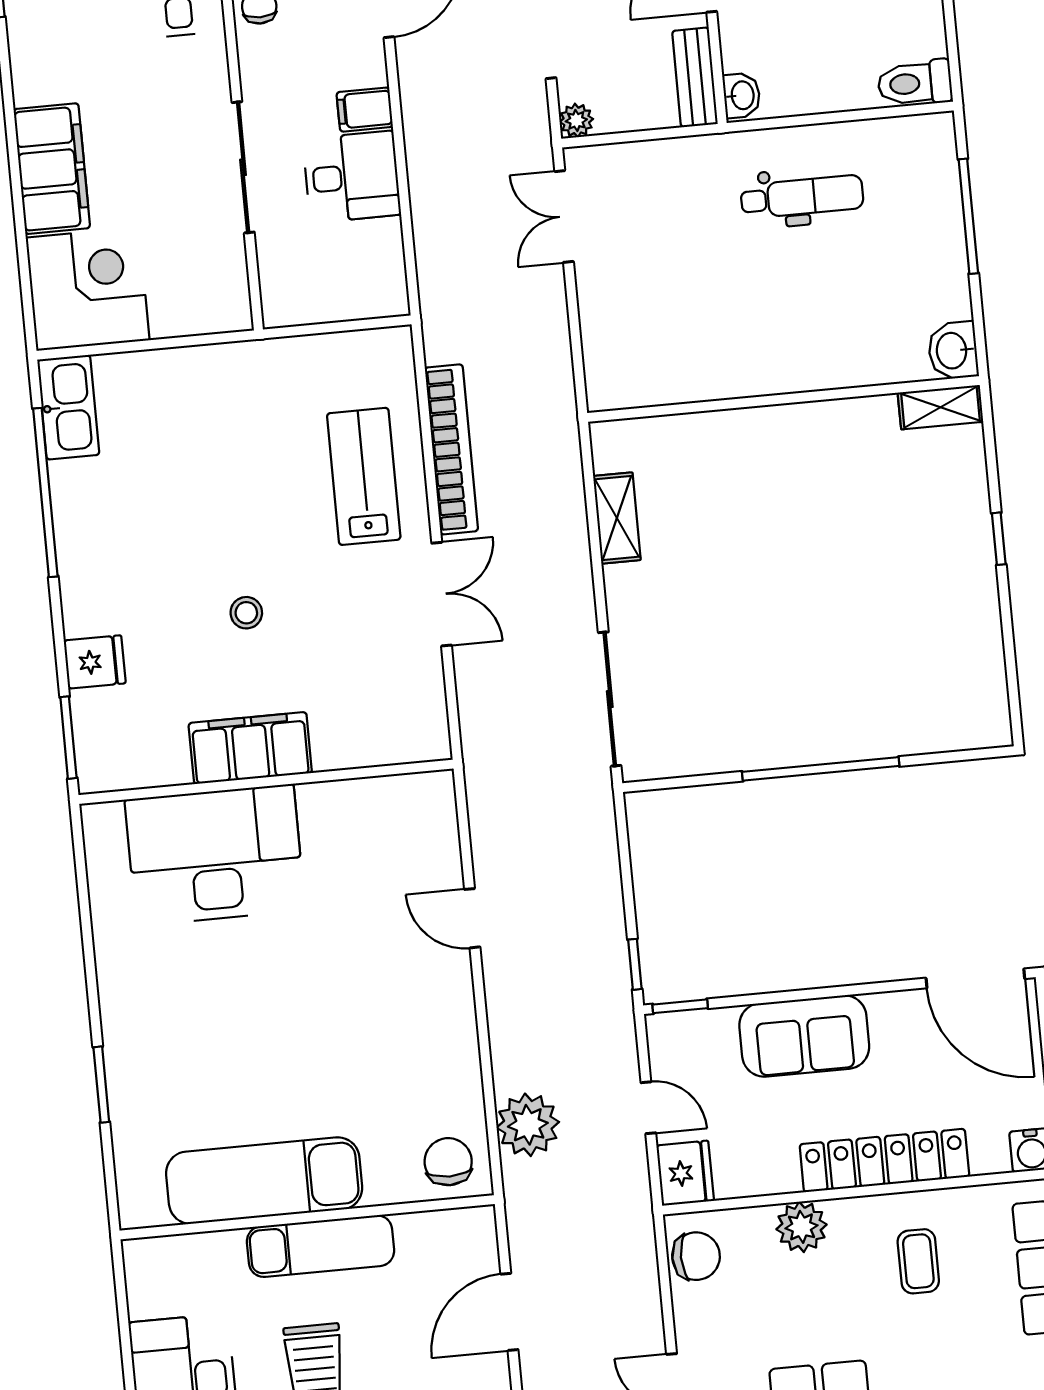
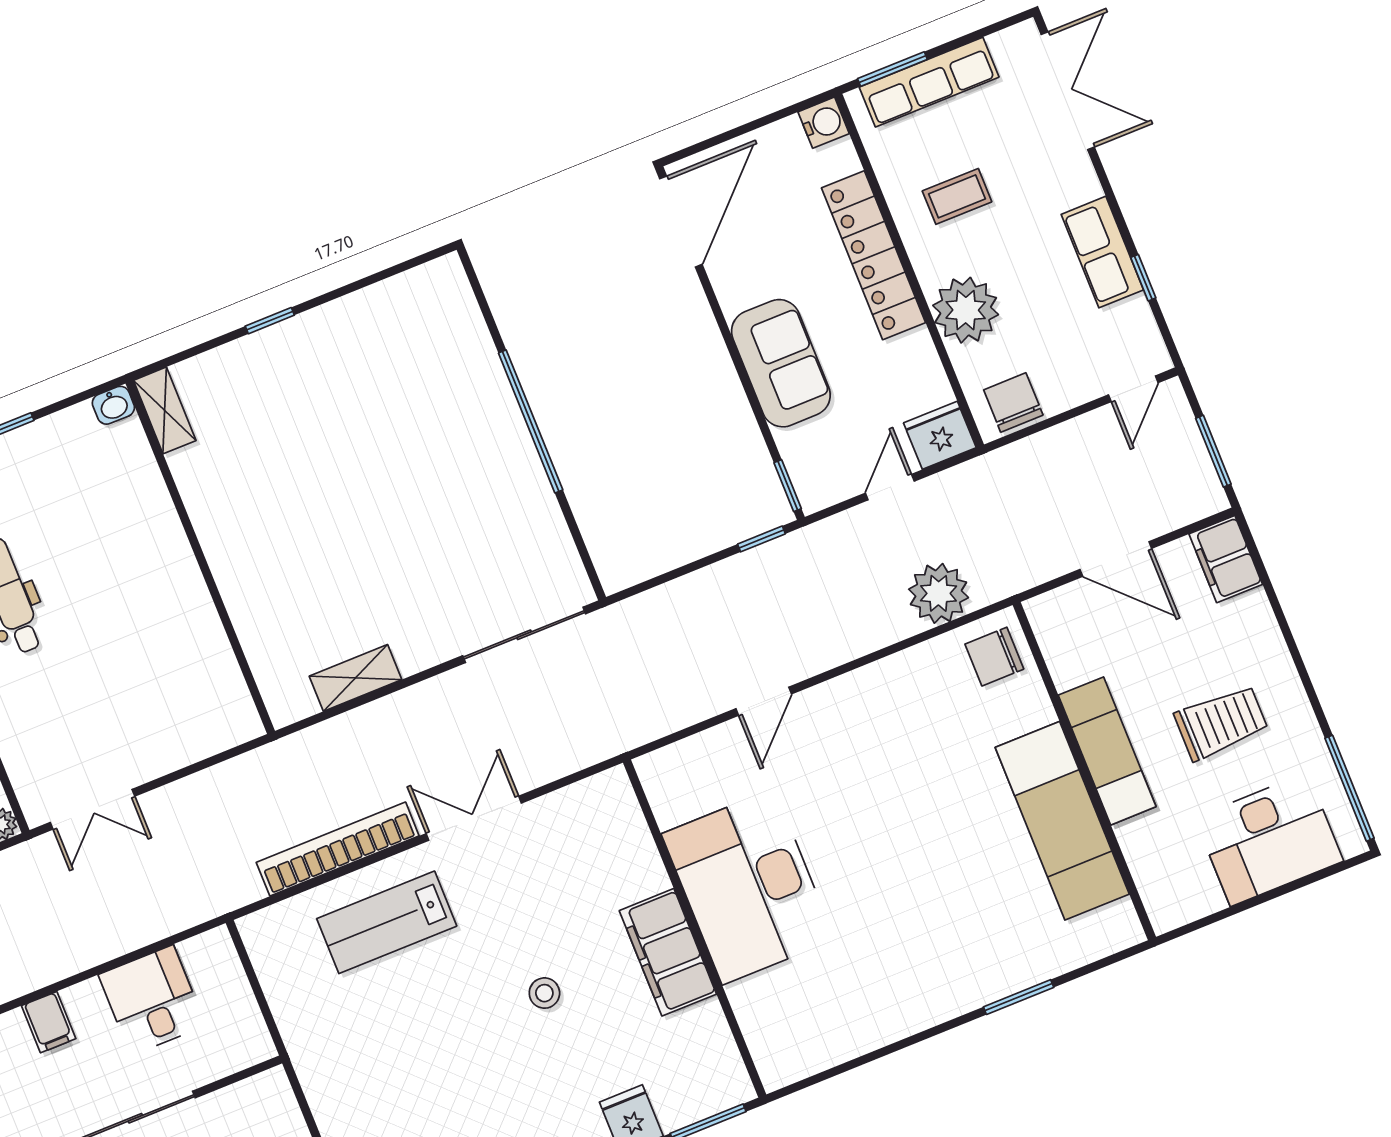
desk: (352, 177) -> (152, 1000), moved
washbasin: (953, 351) -> (113, 405), width x0.72, depth x0.69
desk: (215, 855) -> (748, 887), moved
plant: (801, 1227) -> (966, 310), width x1.36, depth x1.36

